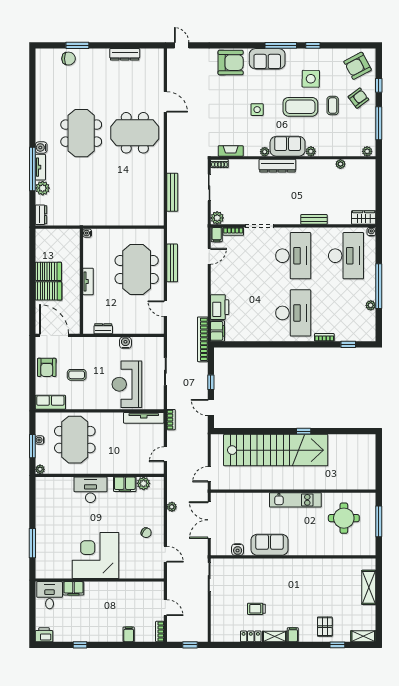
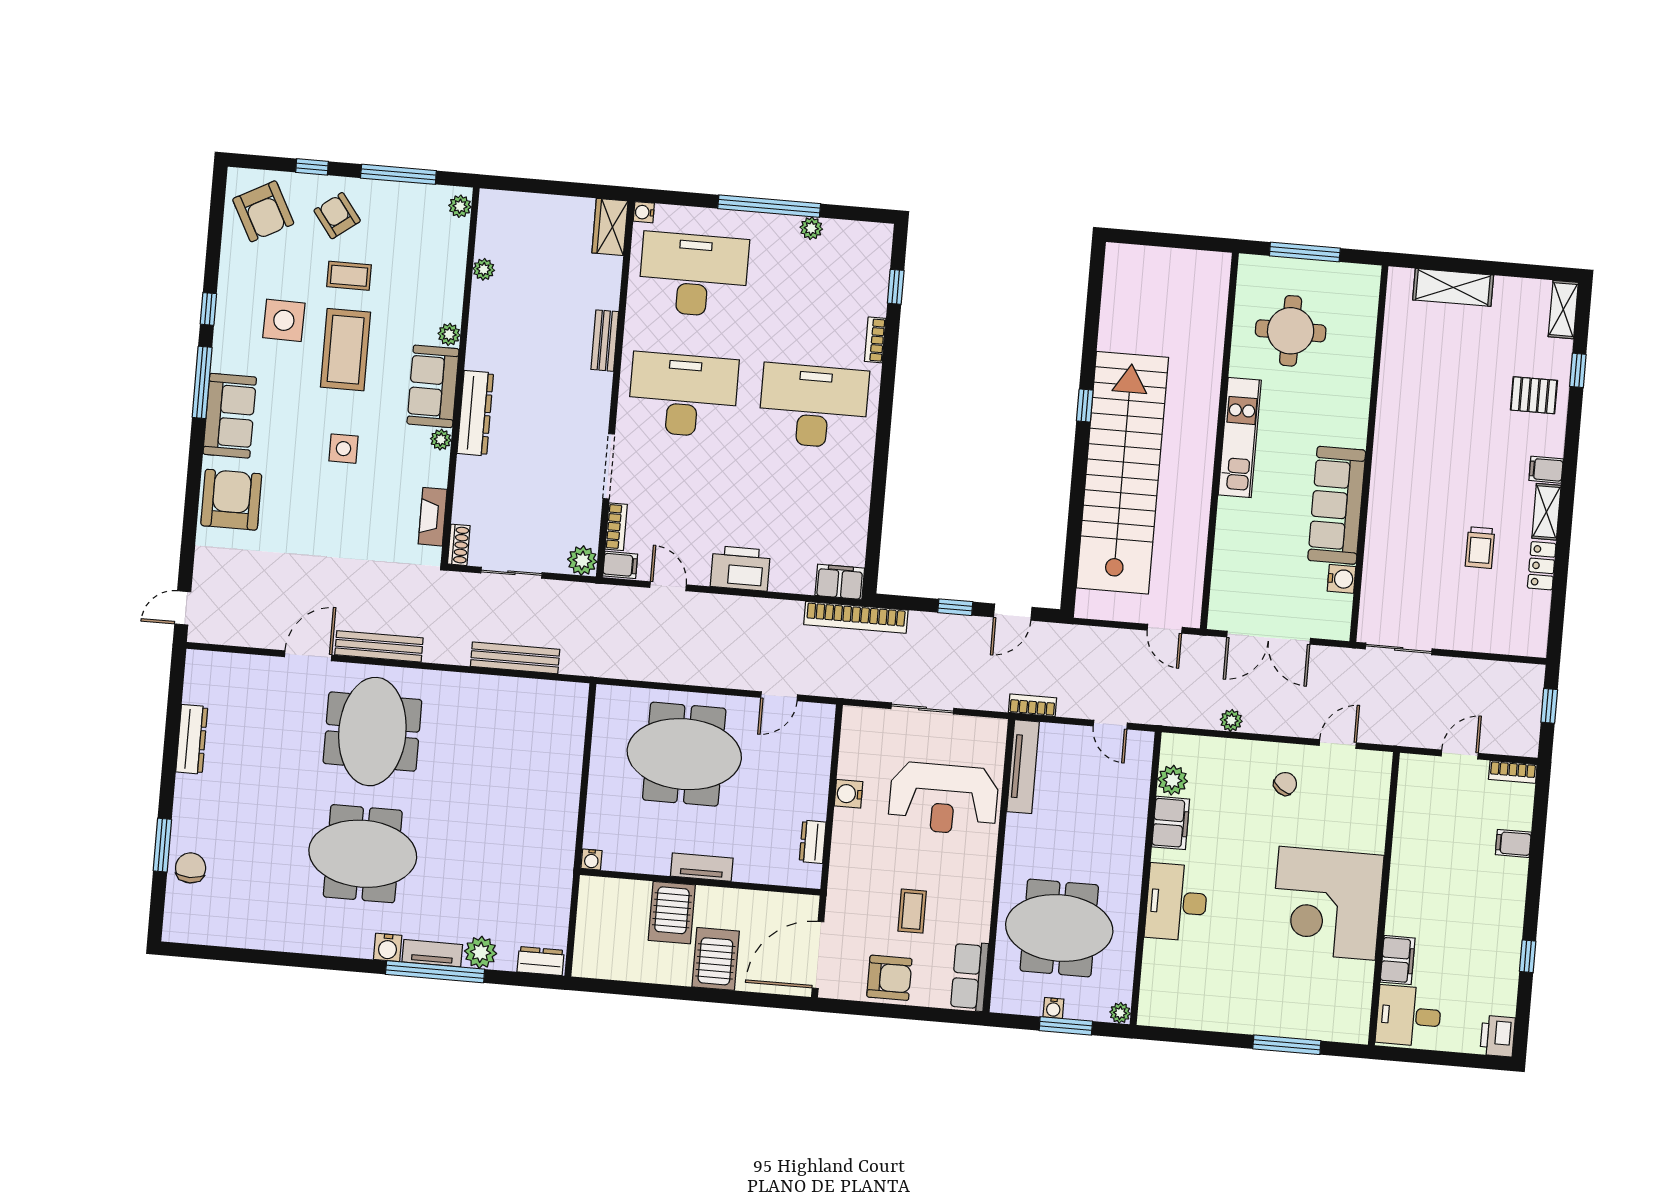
bench: (172, 263) -> (379, 646), moved
server rack: (48, 271) -> (672, 913), moved, turned 180
printer: (220, 307) -> (740, 568), moved
sofa: (270, 545) -> (1337, 505), width x1.36

